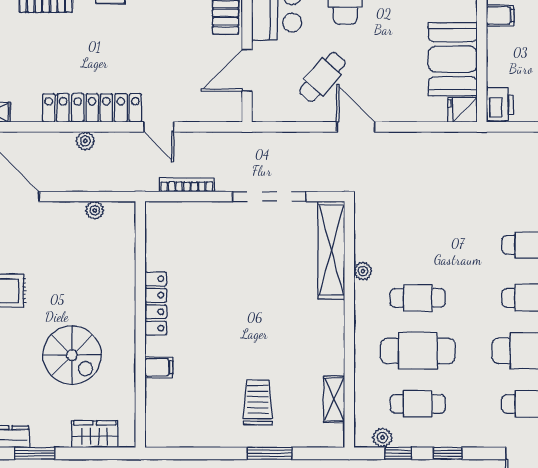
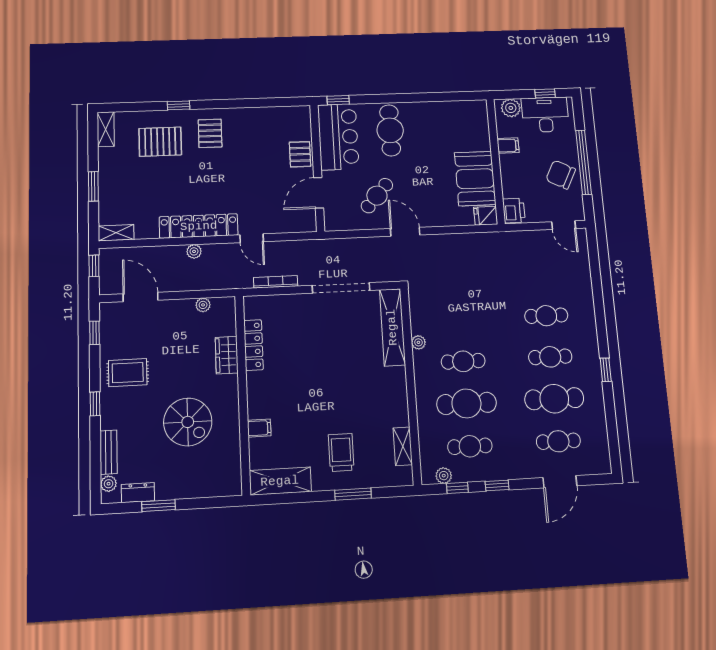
locker: (156, 303) -> (253, 345), moved
shelving: (182, 433) -> (280, 481), added
wardrobe: (95, 434) -> (227, 355), moved, turned -90

